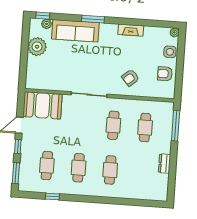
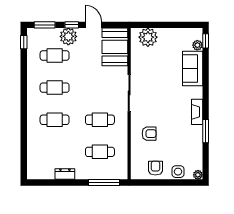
window: (93, 19) -> (206, 131), moved
fireplace: (131, 30) -> (197, 112), moved
sofa: (75, 31) -> (193, 69), width x0.73
plant: (37, 47) -> (148, 37), moved
armchair: (130, 78) -> (149, 134), turned 131
plant: (29, 151) -> (68, 36), added
window: (52, 196) -> (24, 42), moved

